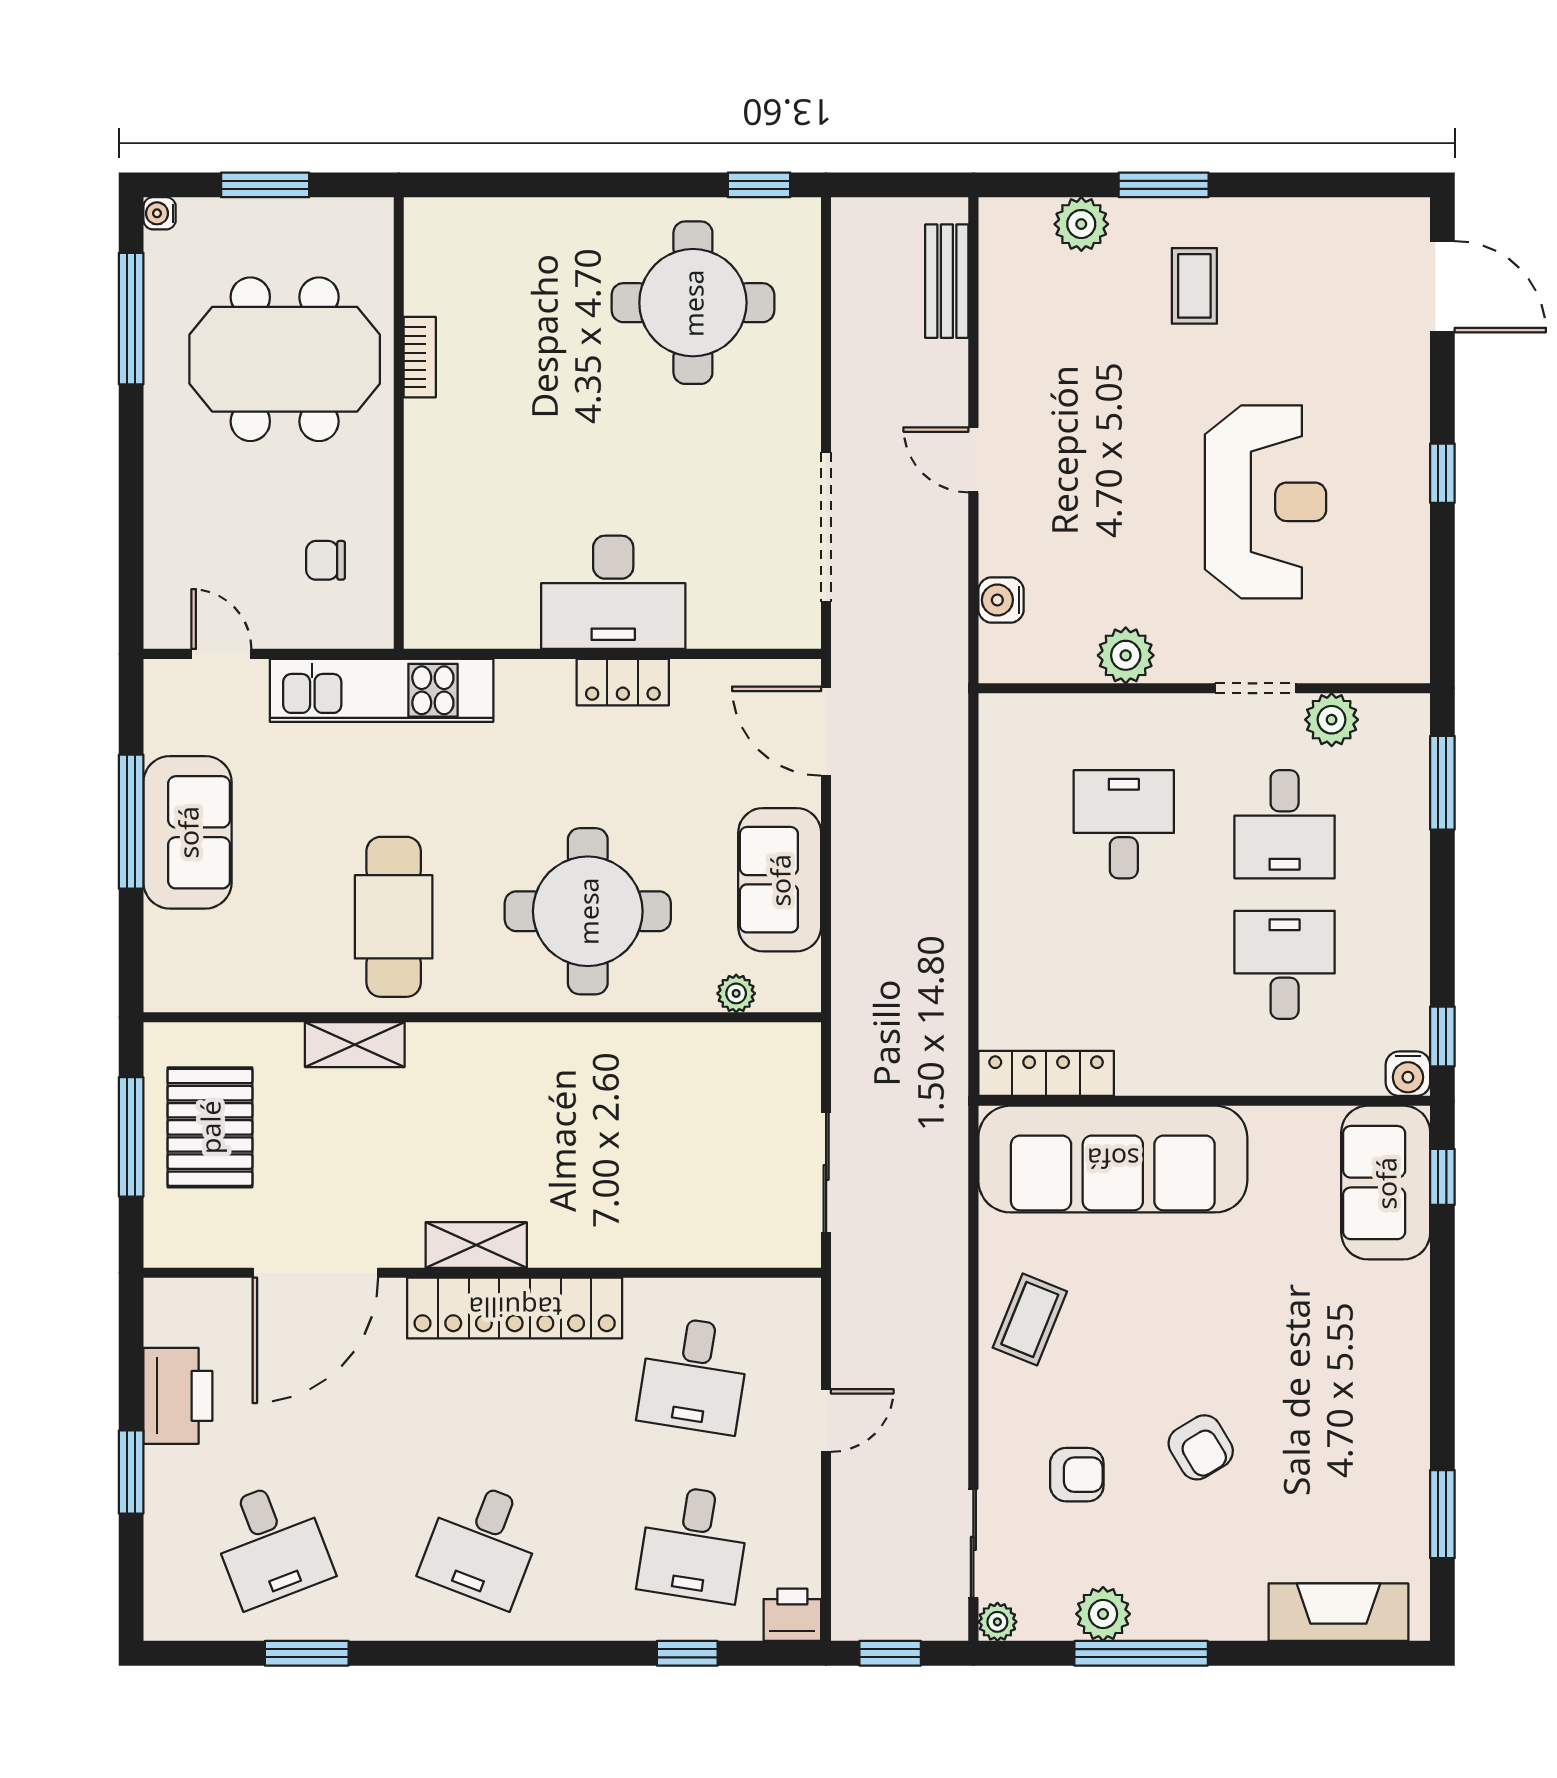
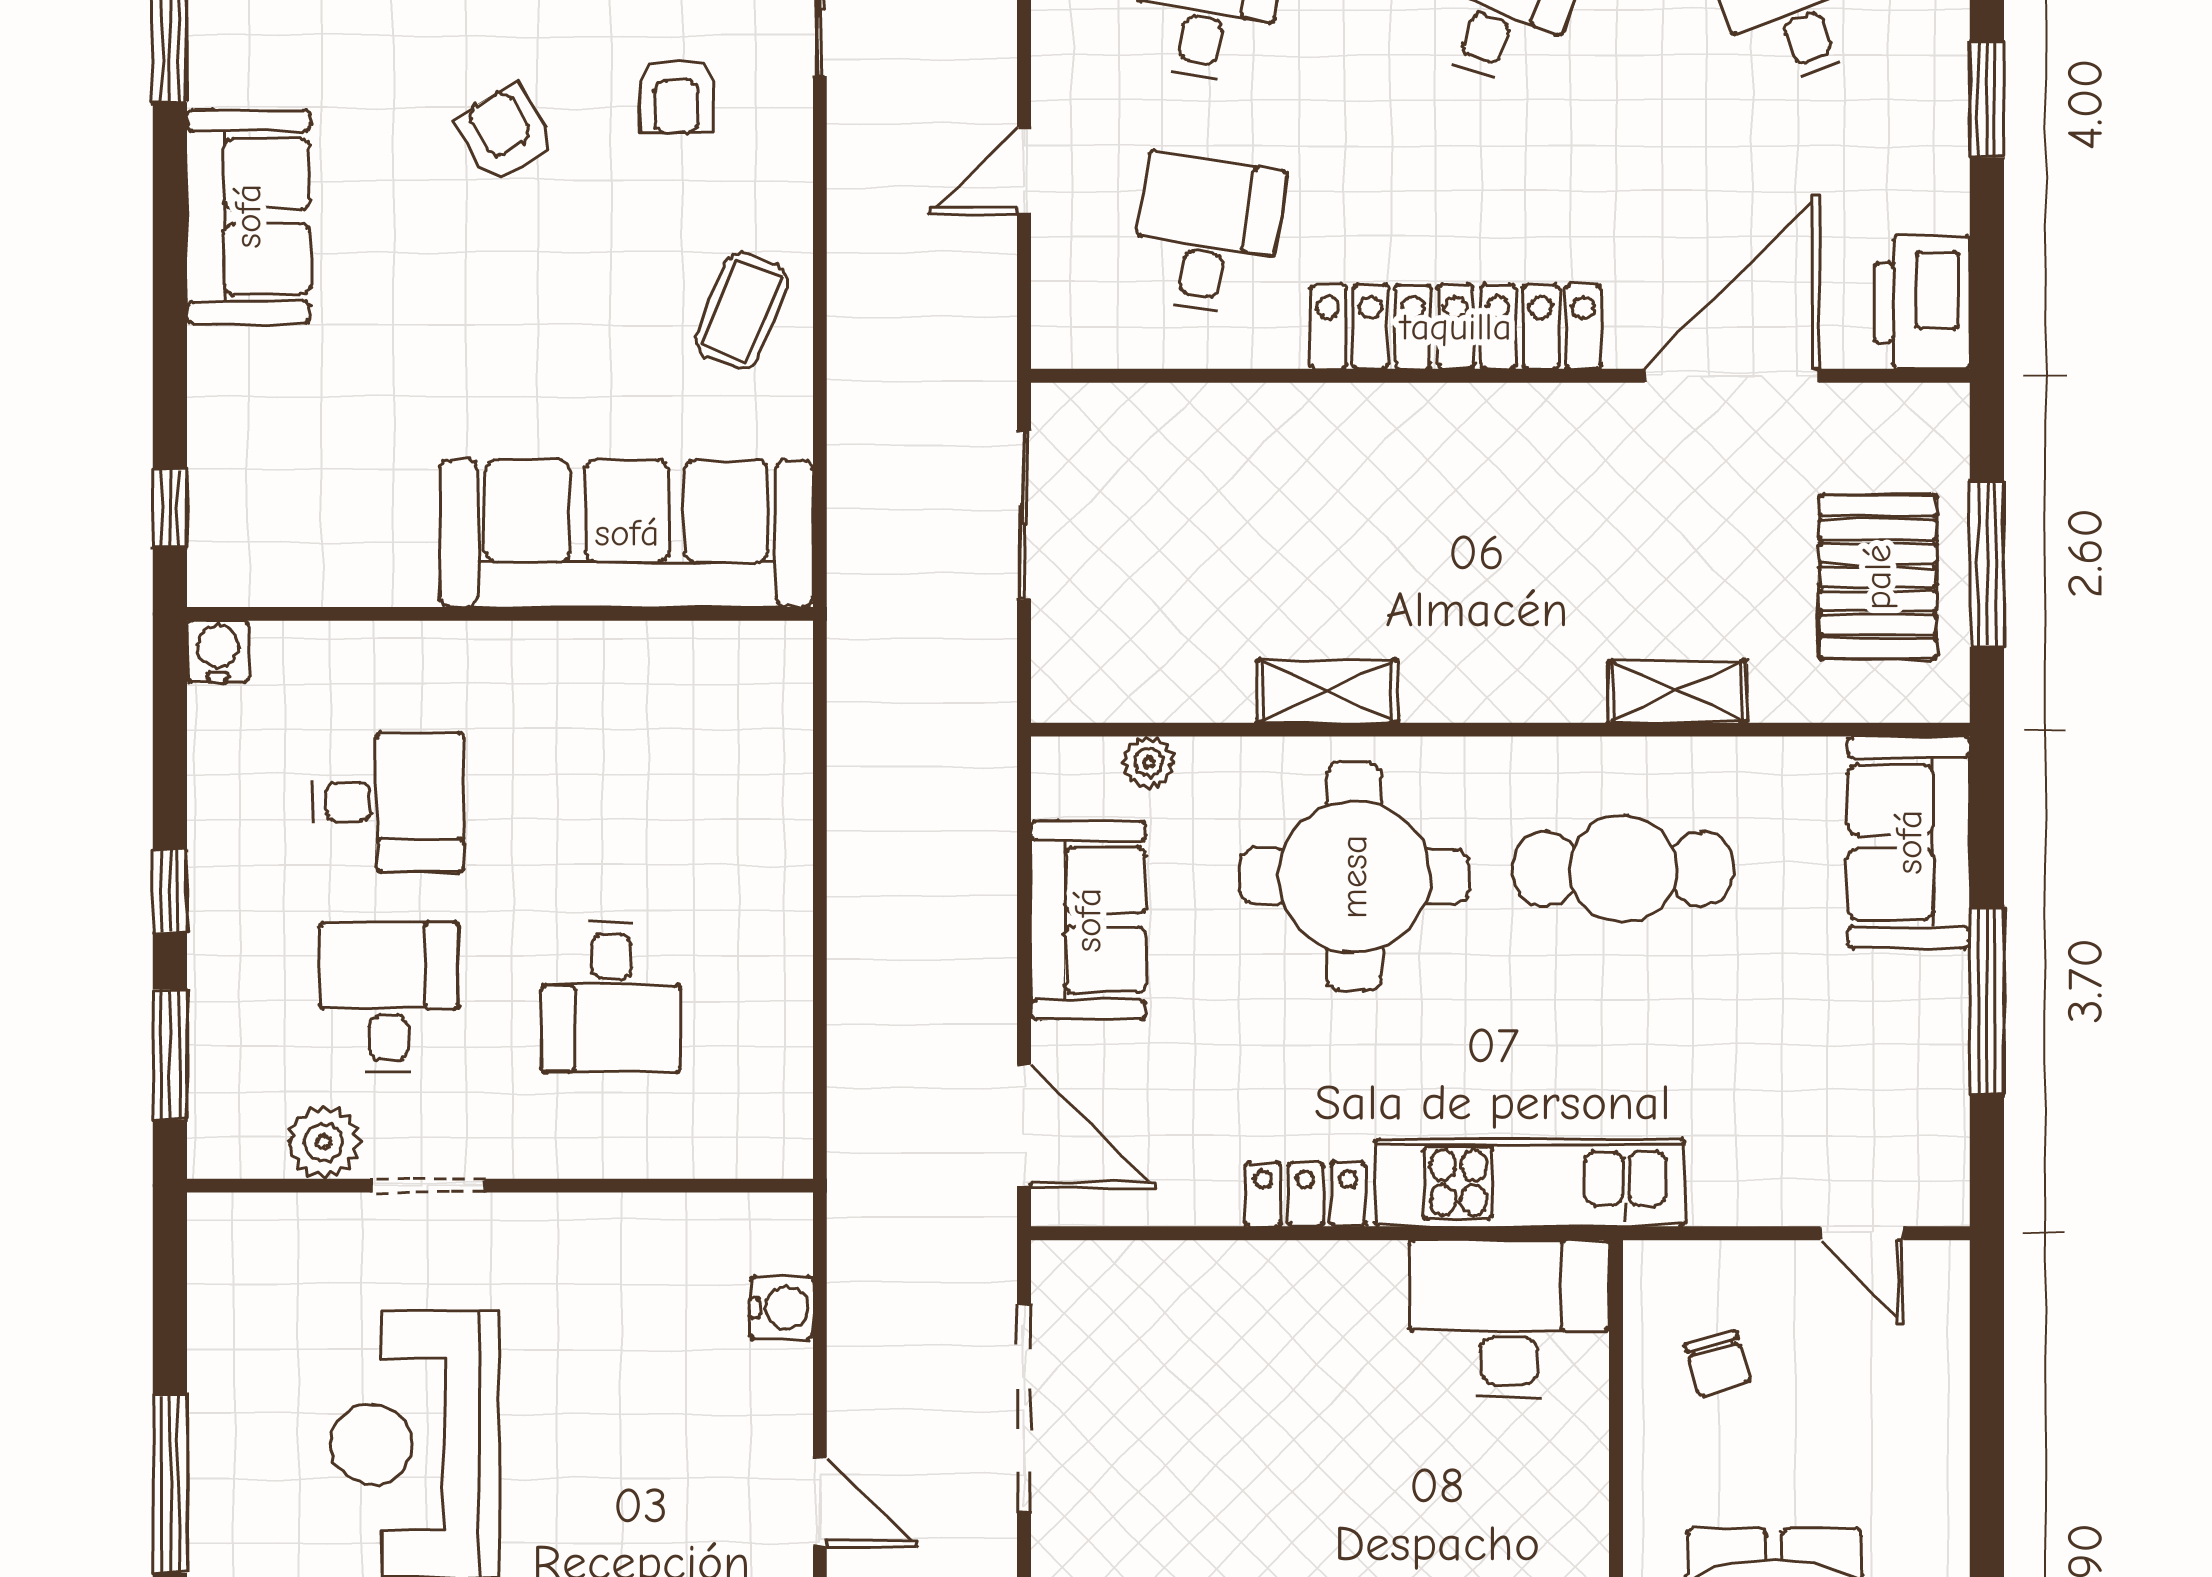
window: (1442, 473) -> (170, 1484), width x2.17
chair: (326, 560) -> (1718, 1363), turned 74
desk: (613, 592) -> (1509, 1319), moved
plant: (1126, 655) -> (609, 1231), removed
kitchen unit: (382, 690) -> (1530, 1183), moved
sofa: (188, 832) -> (1909, 842), moved
cafe table: (394, 917) -> (1623, 869), turned 90
desk: (1285, 965) -> (389, 802), turned -90
window: (1442, 1036) -> (170, 891), moved
locker: (1046, 1073) -> (719, 652), removed
sofa: (1386, 1183) -> (248, 216), moved
shelving: (476, 1245) -> (1327, 691), moved
printer: (178, 1396) -> (1922, 302), moved
armchair: (1077, 1475) -> (676, 96), turned -90

